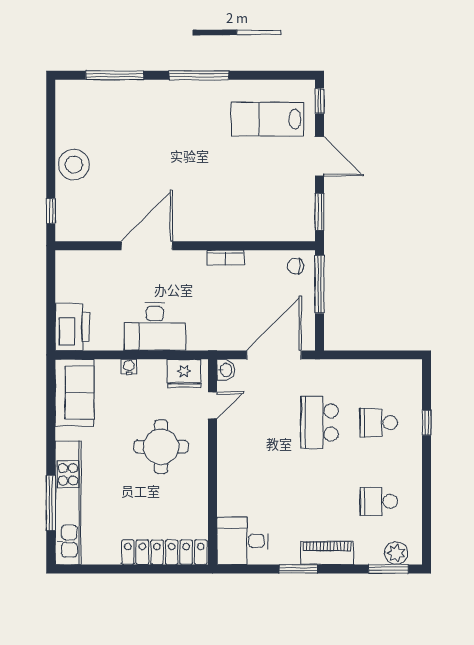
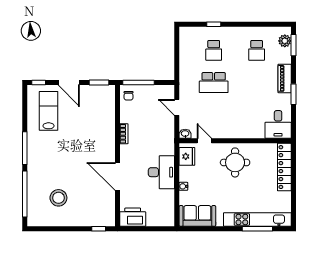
window: (115, 75) -> (25, 194), width x1.46
lab bench: (268, 119) -> (49, 111), turned 180
door: (320, 156) -> (69, 83), swing flipped
stool: (74, 165) -> (58, 198), moved
printer: (72, 327) -> (133, 217), moved
door: (274, 355) -> (177, 107), width x0.53
round table: (161, 447) -> (235, 162), moved

